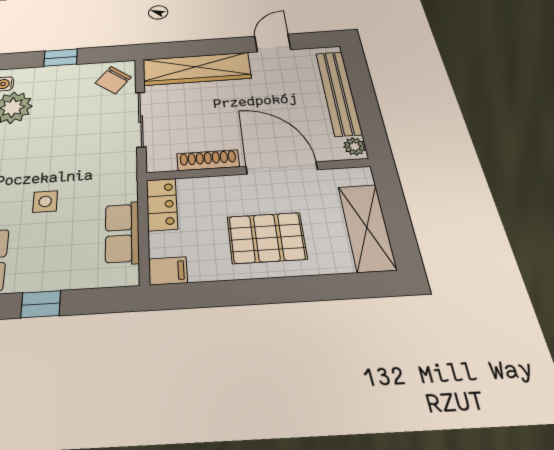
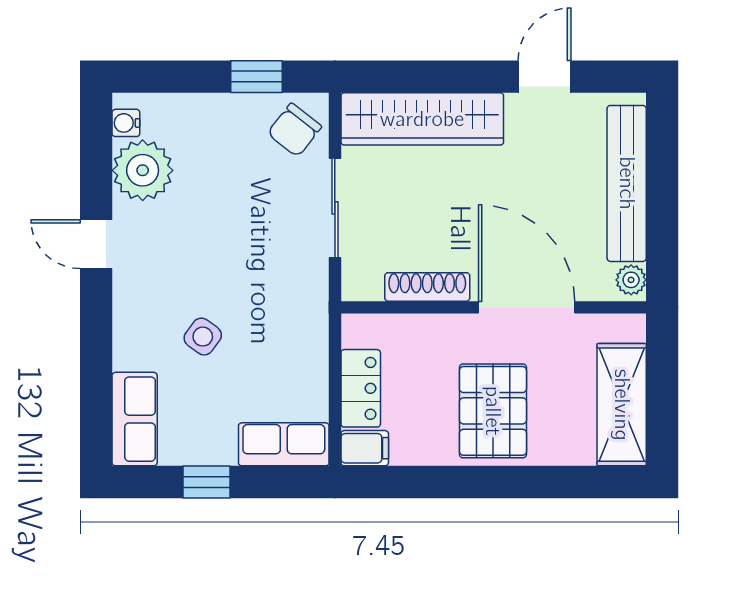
window: (61, 58) -> (257, 77), moved
side table: (45, 201) -> (203, 337), turned 36
locker: (162, 204) -> (361, 388), moved
row of seats: (122, 233) -> (284, 444), moved, turned 90
pallet: (267, 238) -> (493, 411), turned 90

